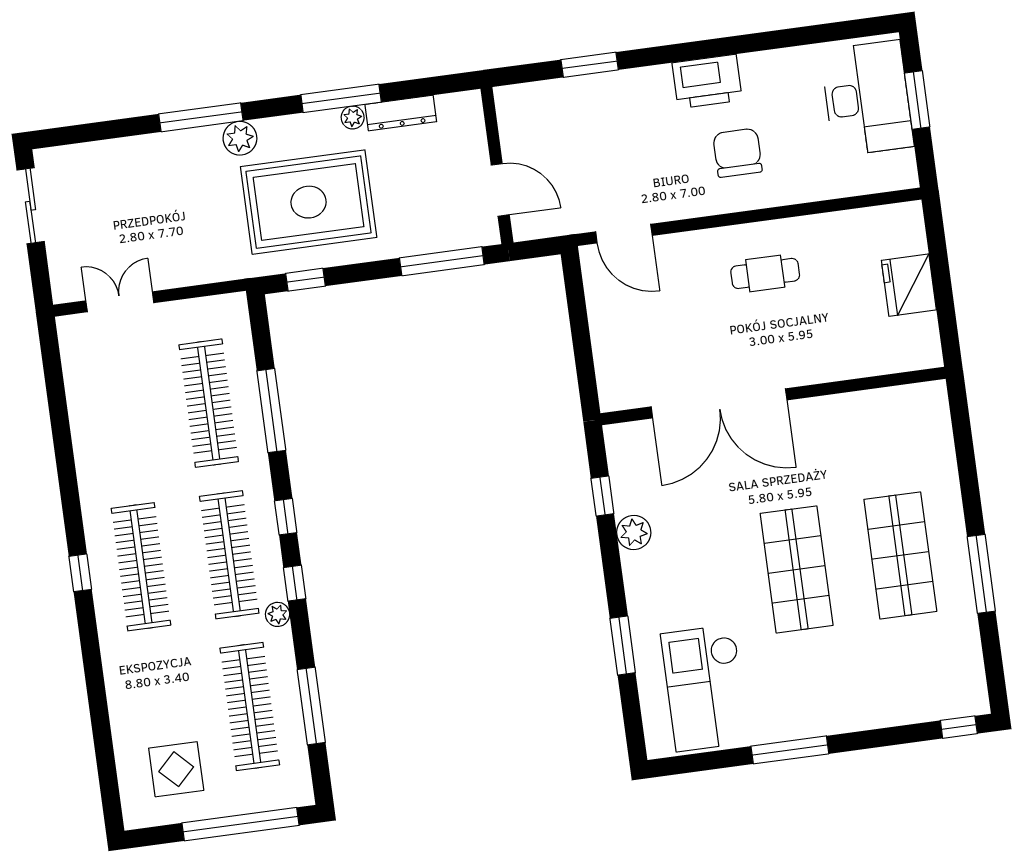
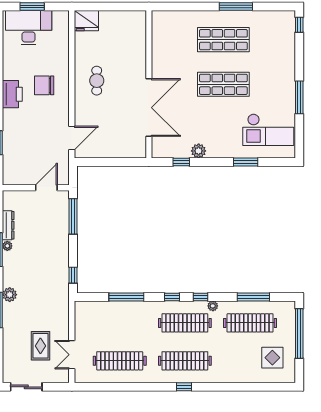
rug: (309, 202) -> (40, 346), moved, width x0.54, depth x0.49
fridge: (909, 285) -> (86, 21), moved
clothes rail: (209, 403) -> (120, 361), moved

